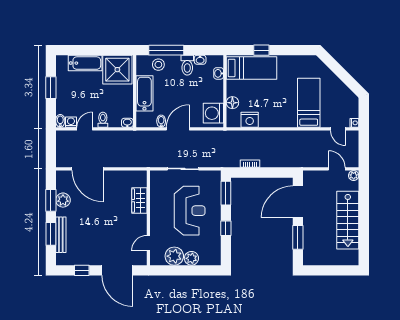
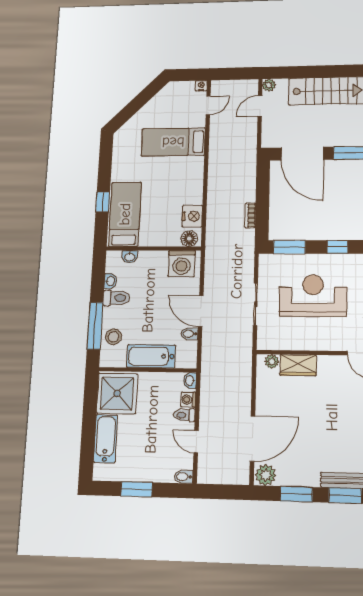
floor lamp: (232, 103) -> (189, 239), moved
washing machine: (71, 122) -> (188, 400), moved
plant: (142, 182) -> (272, 361), added
plant: (63, 200) -> (266, 475), moved

